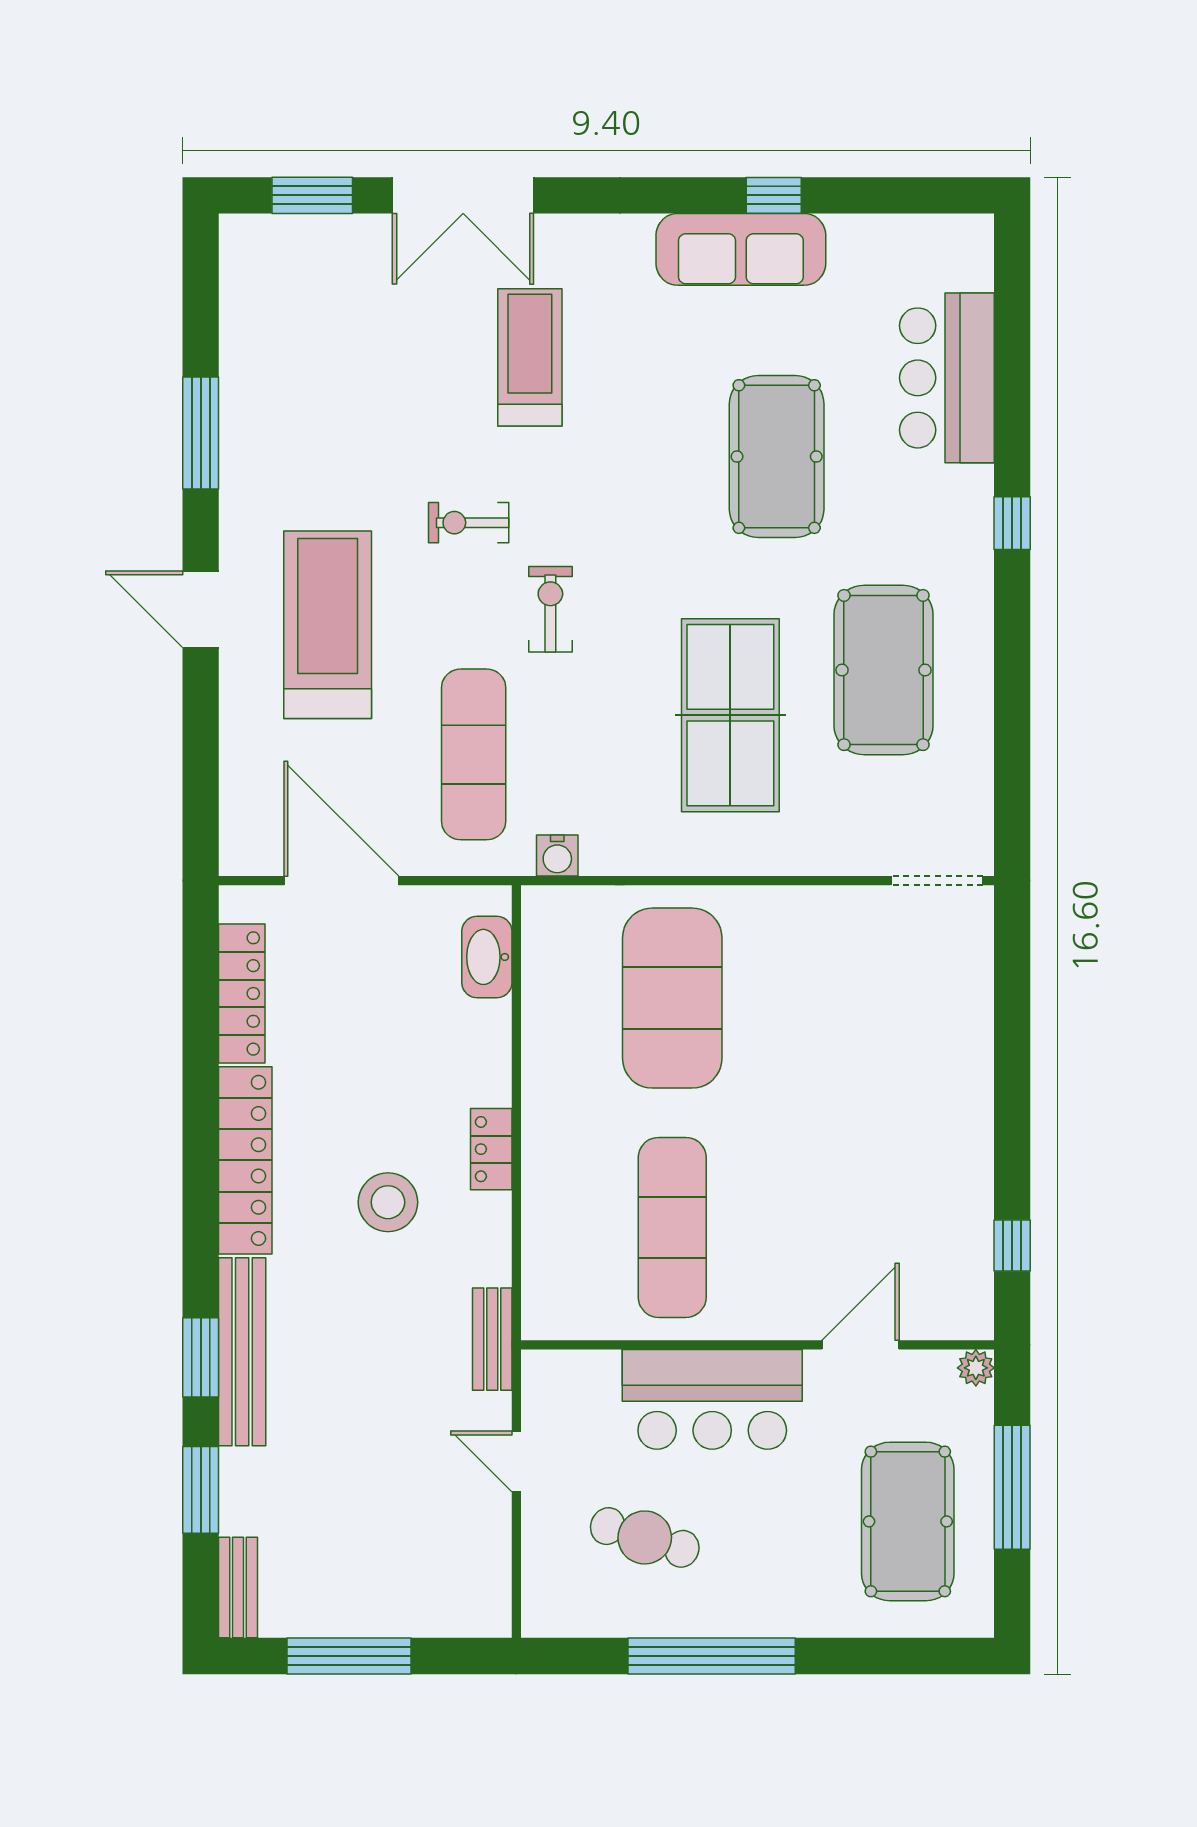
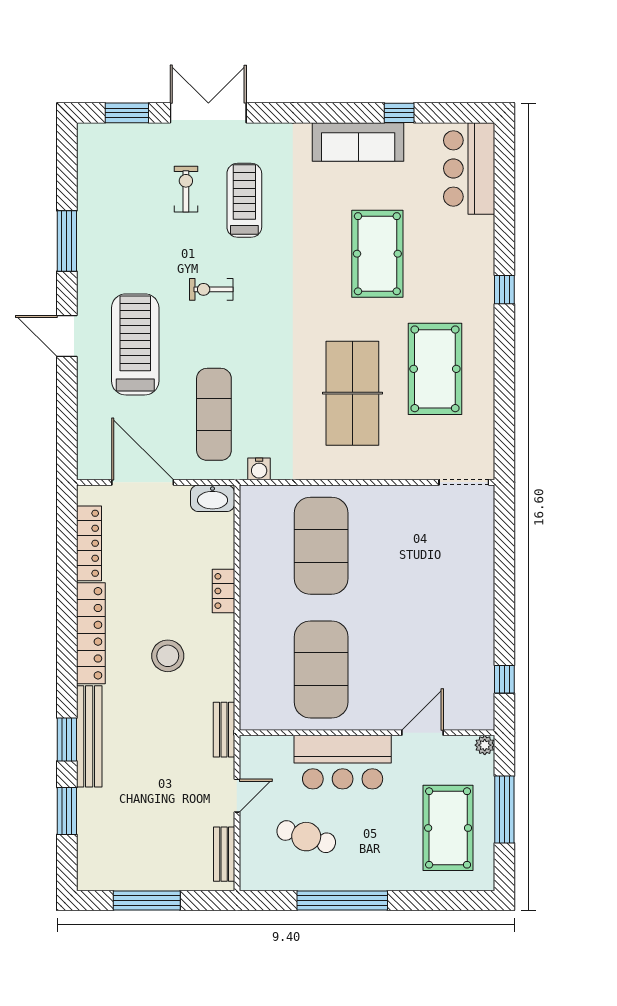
double door: (463, 195) -> (208, 113), swing flipped
window: (774, 195) -> (399, 113), moved
bar counter: (947, 378) -> (469, 168), moved
exercise bike: (550, 609) -> (186, 189), moved
washbasin: (487, 957) -> (213, 498), moved, turned -90
locker: (491, 1149) -> (223, 591), moved
exercise mat: (672, 1227) -> (321, 669), width x1.47
door: (516, 1461) -> (237, 796), swing flipped
bench: (238, 1587) -> (224, 854), moved

